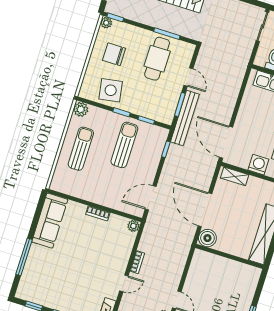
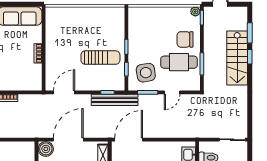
chair: (114, 54) -> (185, 39), moved, turned -90
side table: (111, 90) -> (146, 73), moved
plant: (81, 109) -> (118, 13), removed
bench: (185, 118) -> (115, 100), moved
sun lounger: (81, 149) -> (86, 23), removed
door: (151, 198) -> (64, 92), hinge flipped
plant: (133, 226) -> (37, 86), removed

